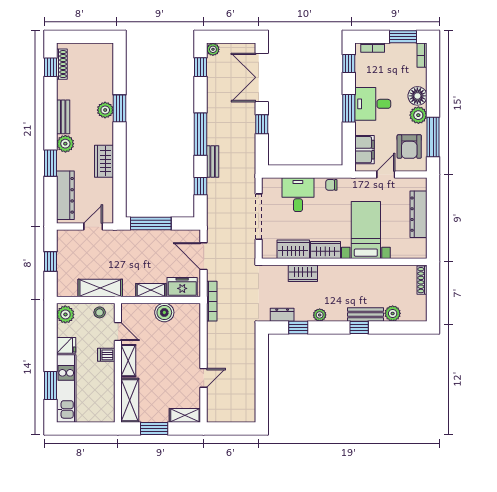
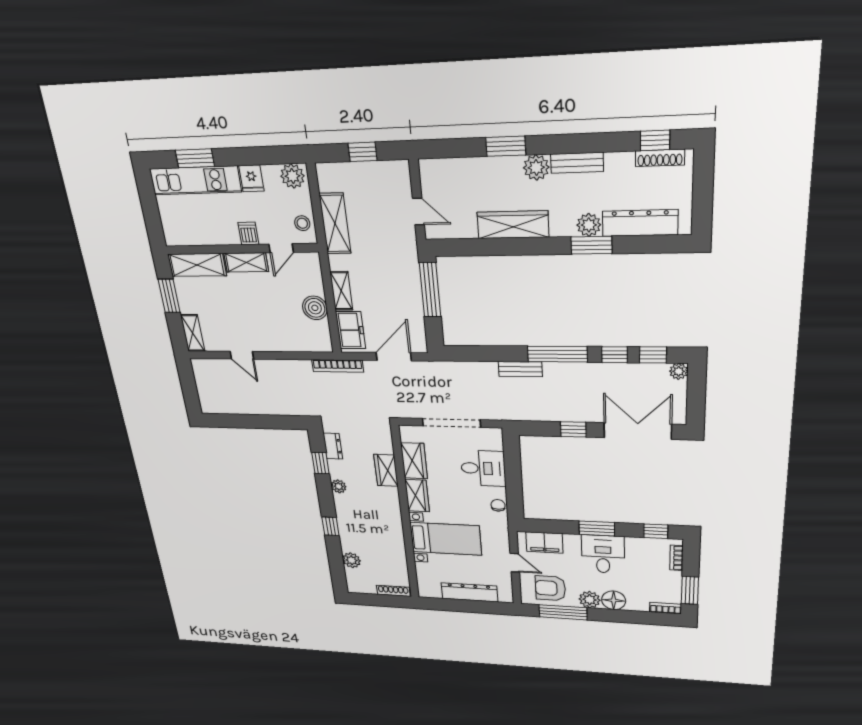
wardrobe: (104, 161) -> (513, 225), width x1.50
window: (200, 186) -> (615, 355), moved
dresser: (65, 195) -> (640, 223), moved, turned 180
bench: (366, 315) -> (346, 533), removed

